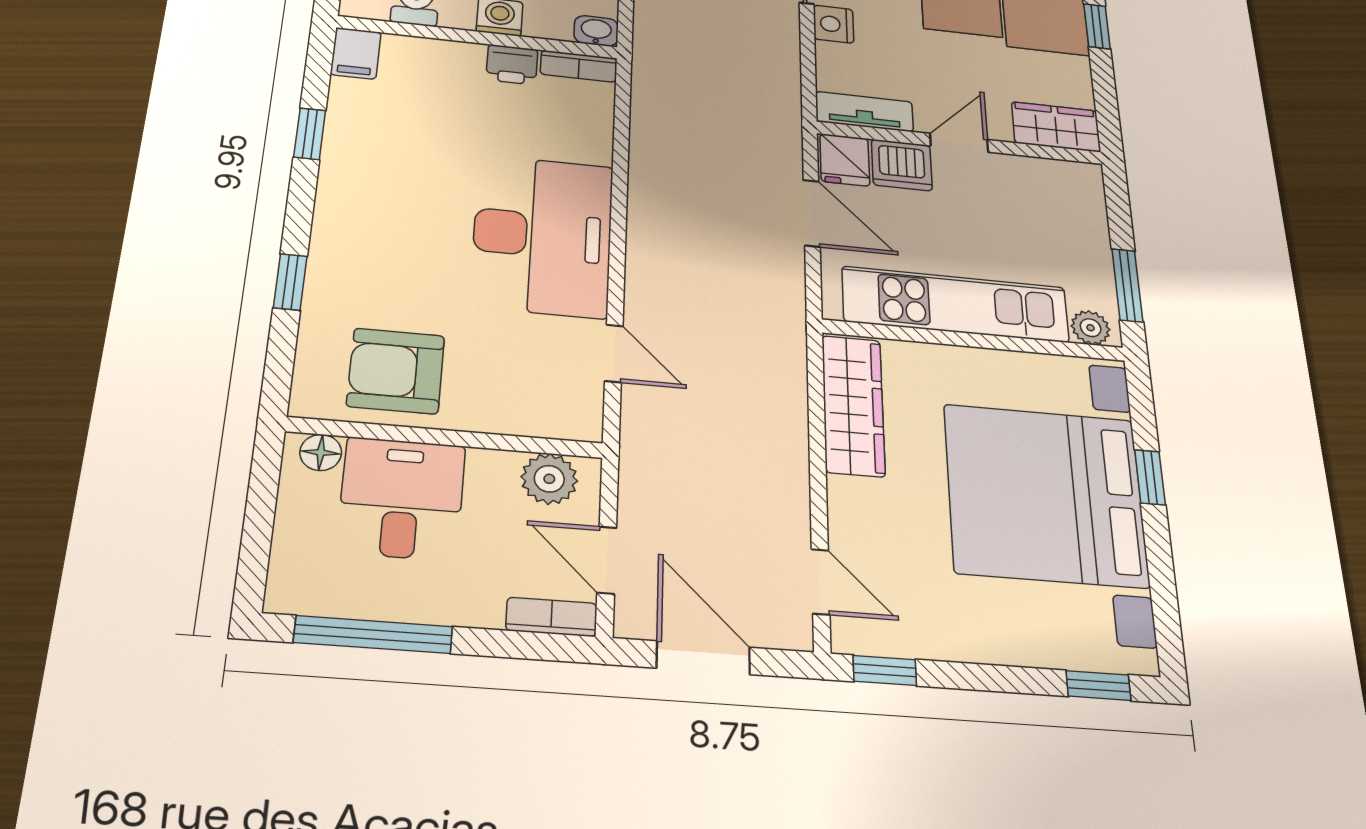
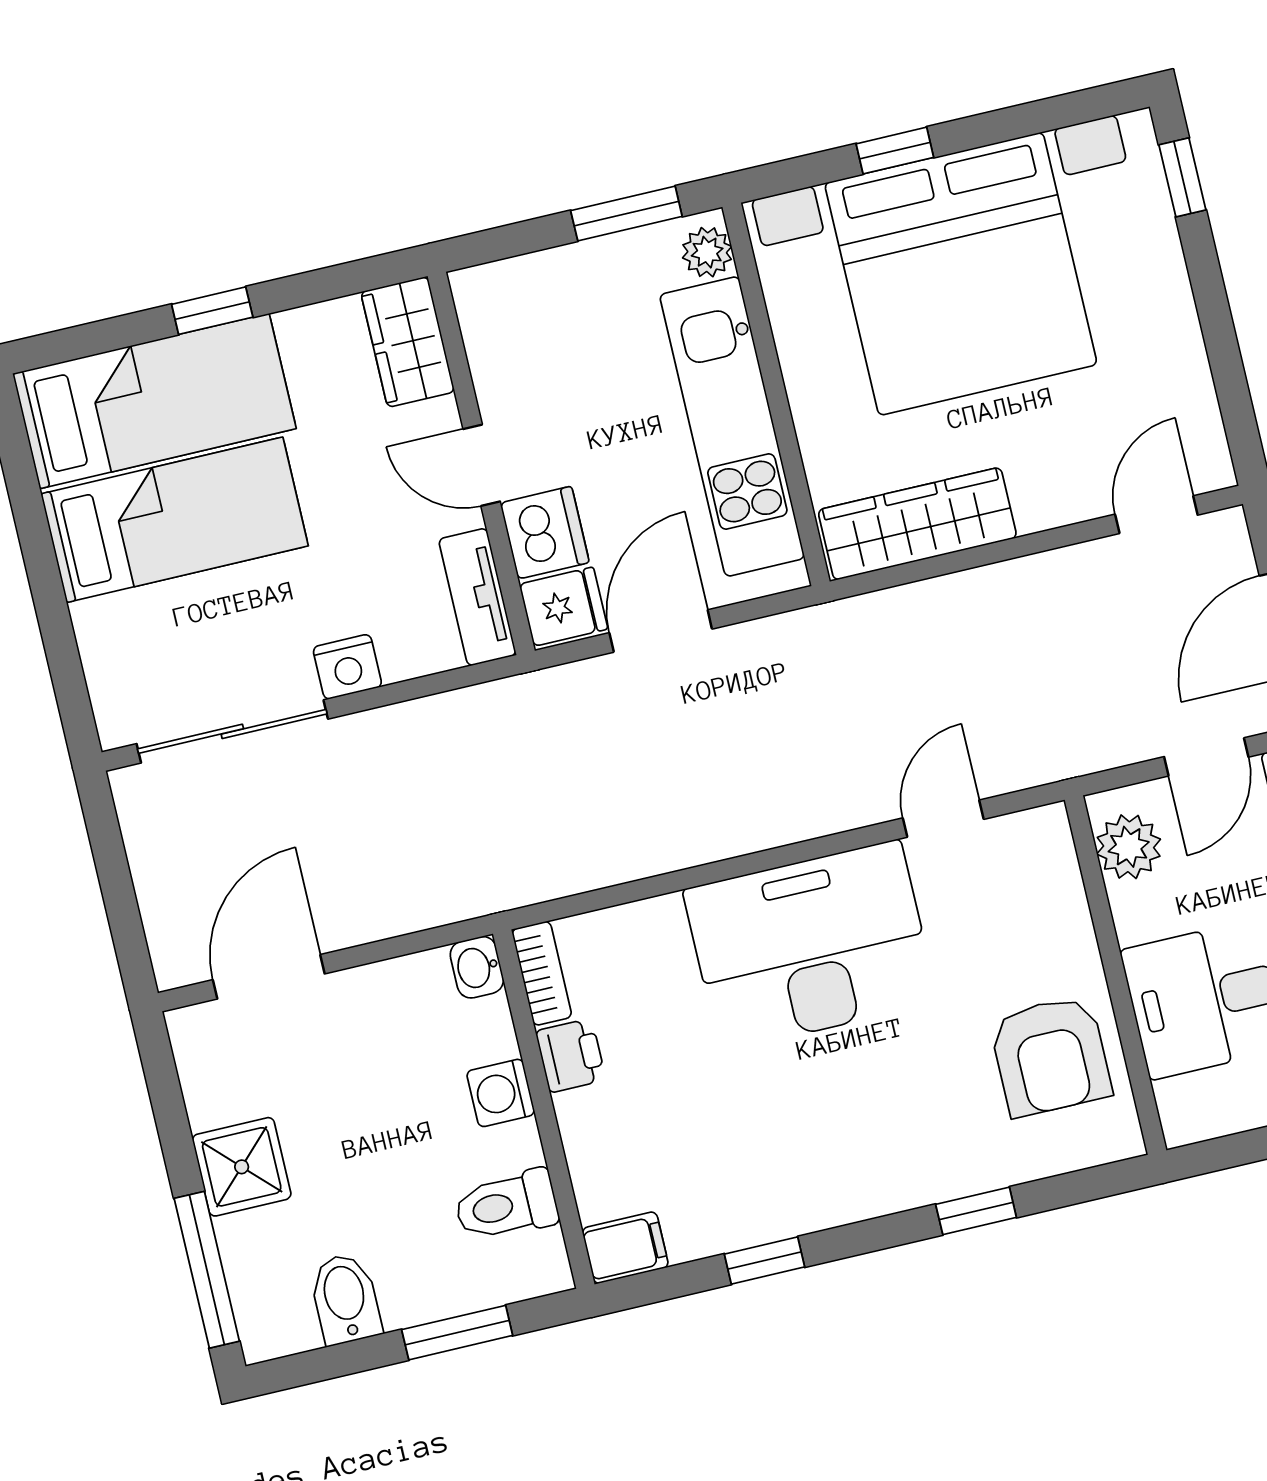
floor lamp: (321, 452) -> (1179, 1103), removed
window: (885, 670) -> (1240, 421), removed

